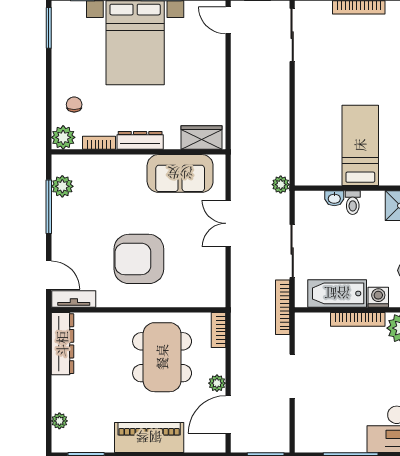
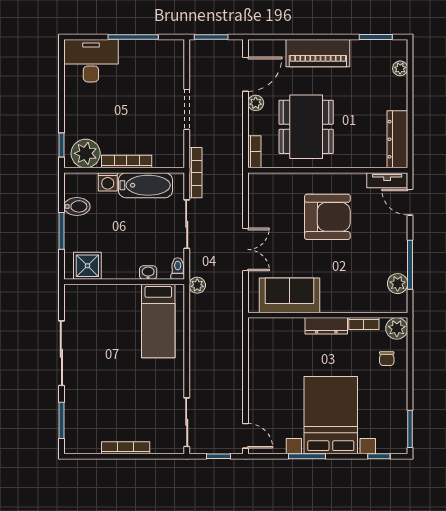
wardrobe: (201, 138) -> (270, 328), removed
bed: (360, 145) -> (158, 321), moved
toilet: (353, 203) -> (178, 269), moved

